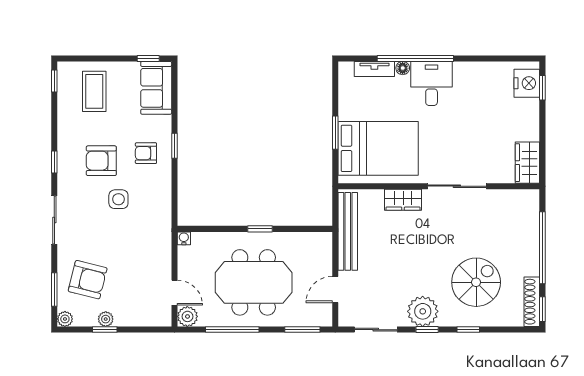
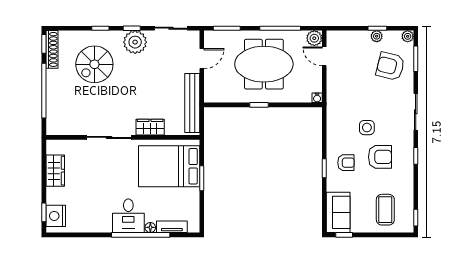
wardrobe: (527, 163) -> (55, 171), moved

